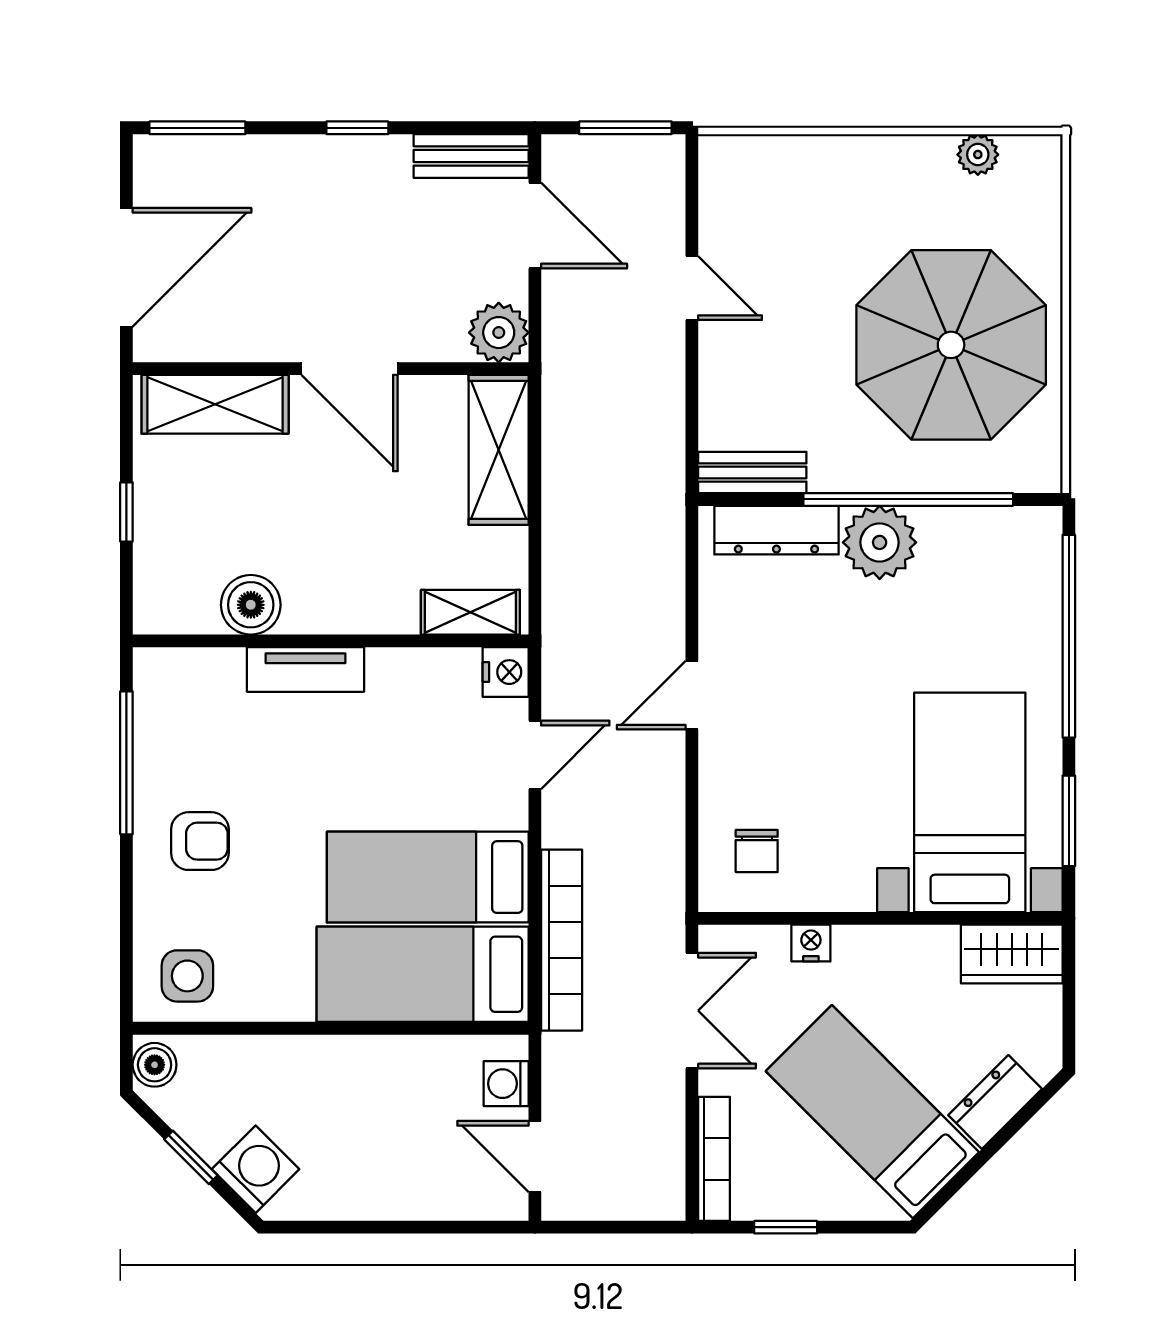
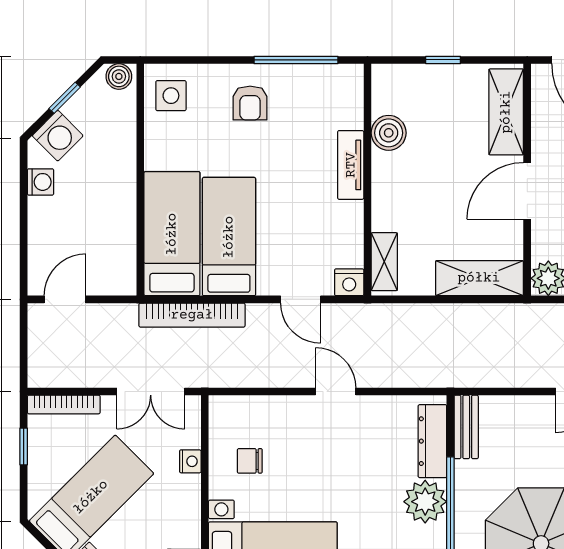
chair: (757, 851) -> (250, 461), moved
washing machine: (506, 1084) -> (40, 182), moved, turned 90

